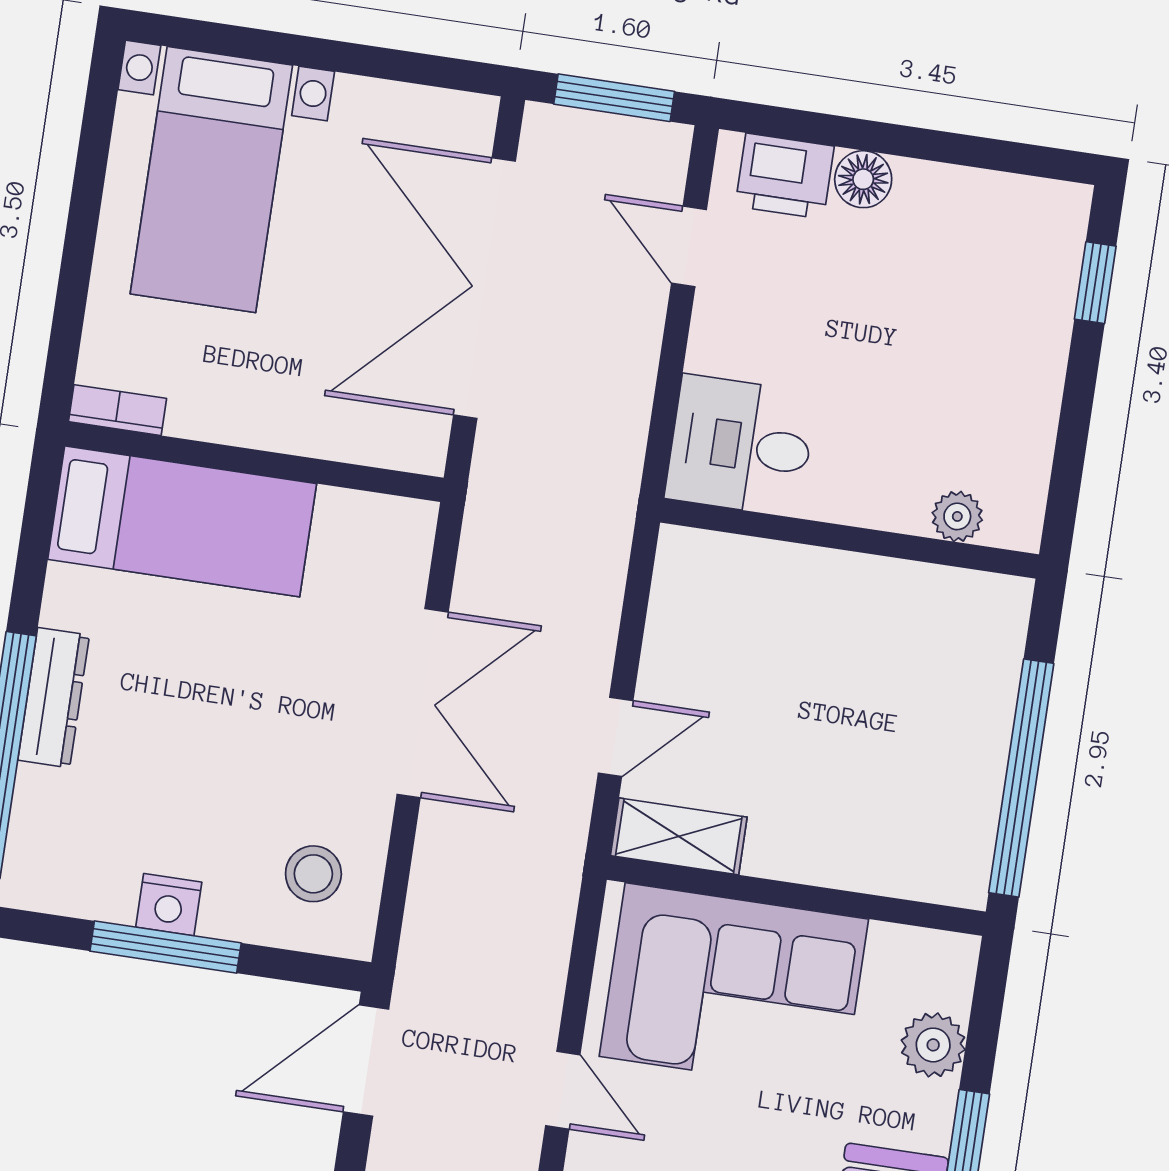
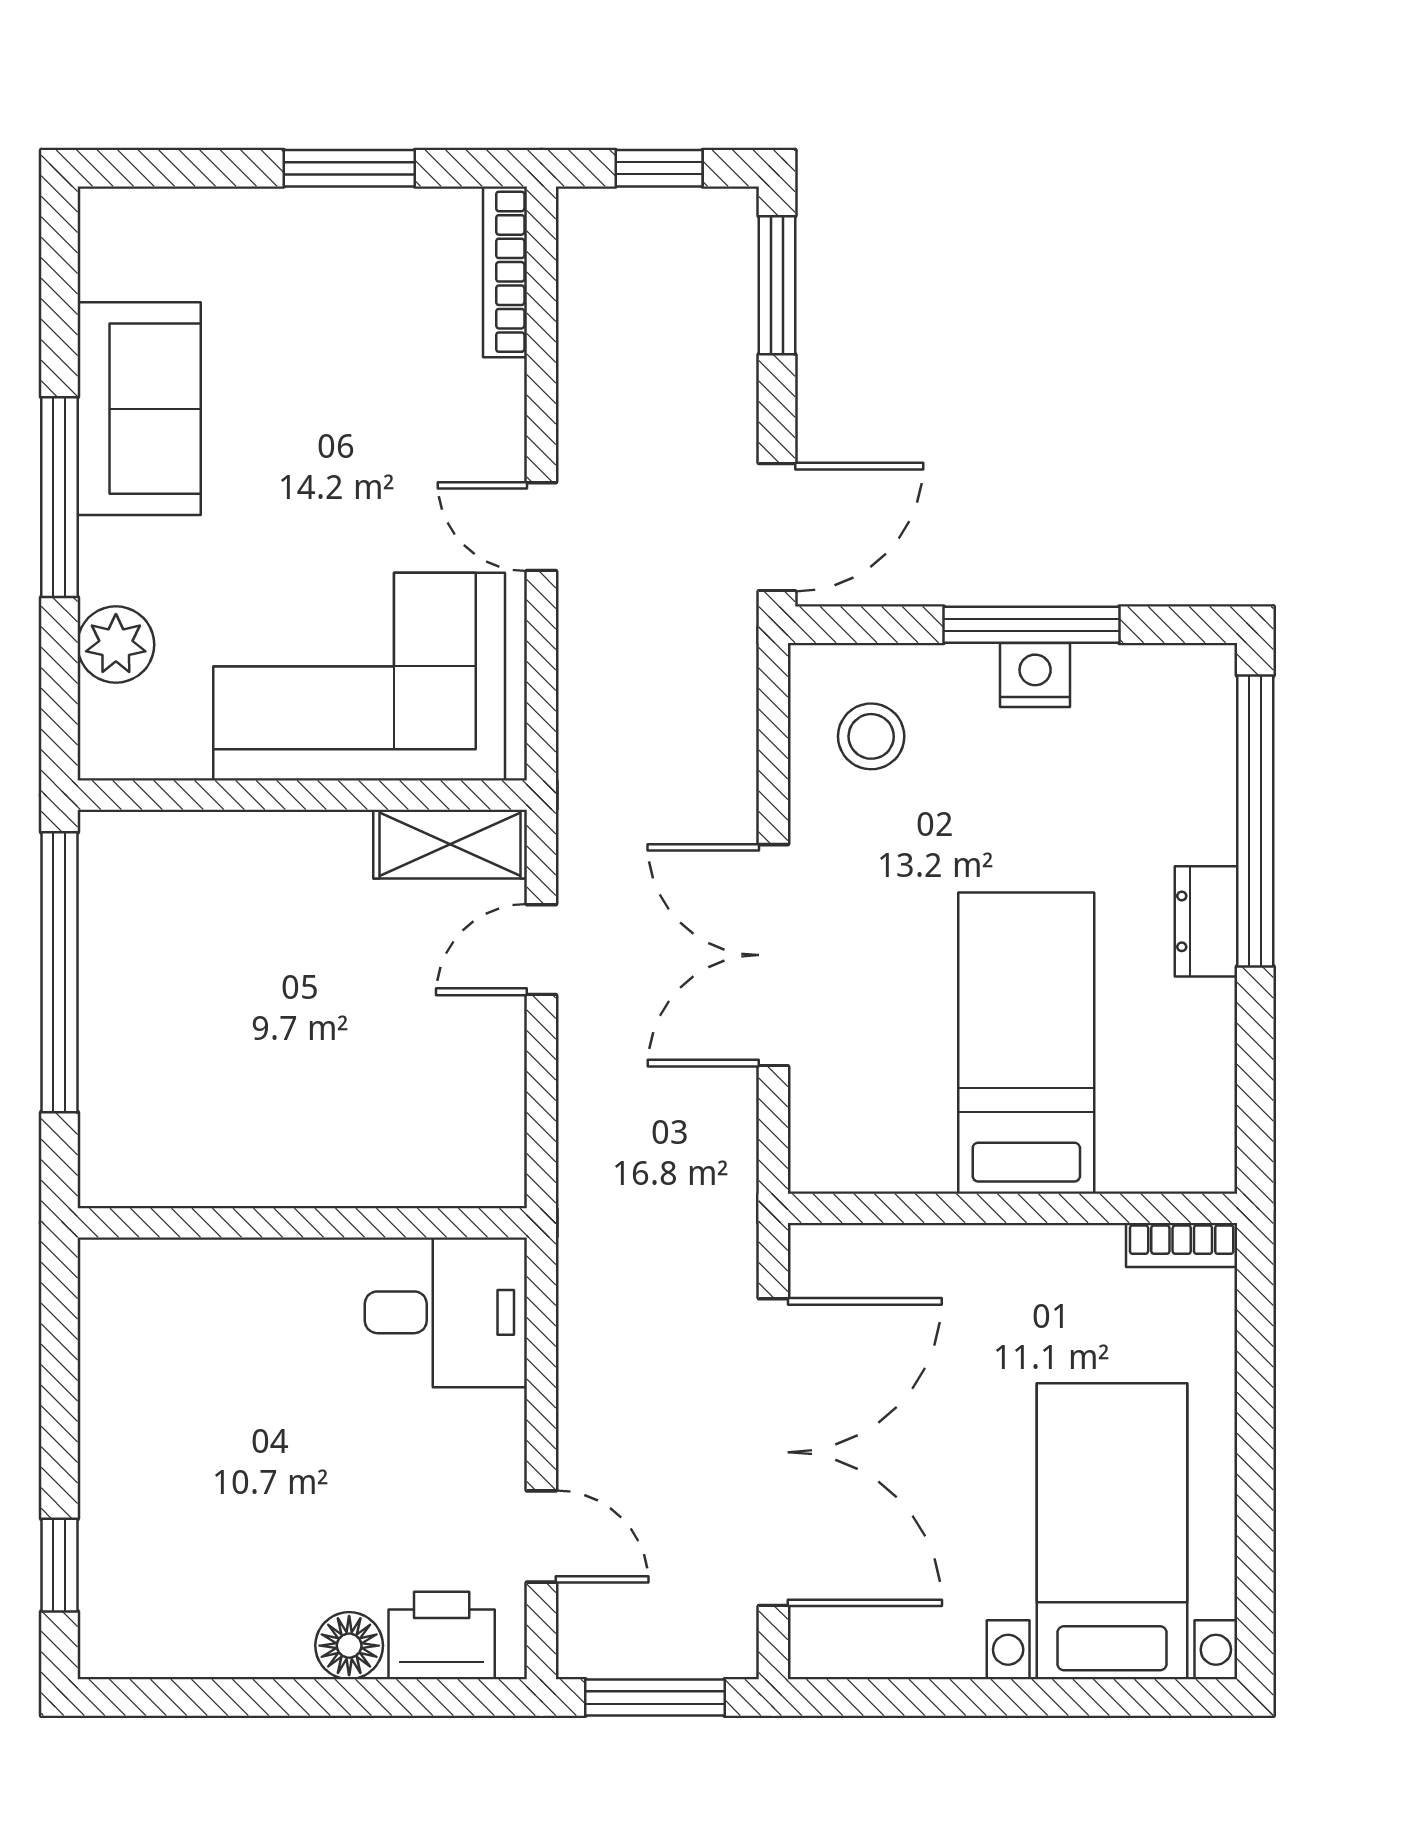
plant: (957, 516) -> (180, 1267), removed
bed: (182, 521) -> (1026, 1043), moved, turned 90
dresser: (54, 698) -> (1206, 921), width x0.70

